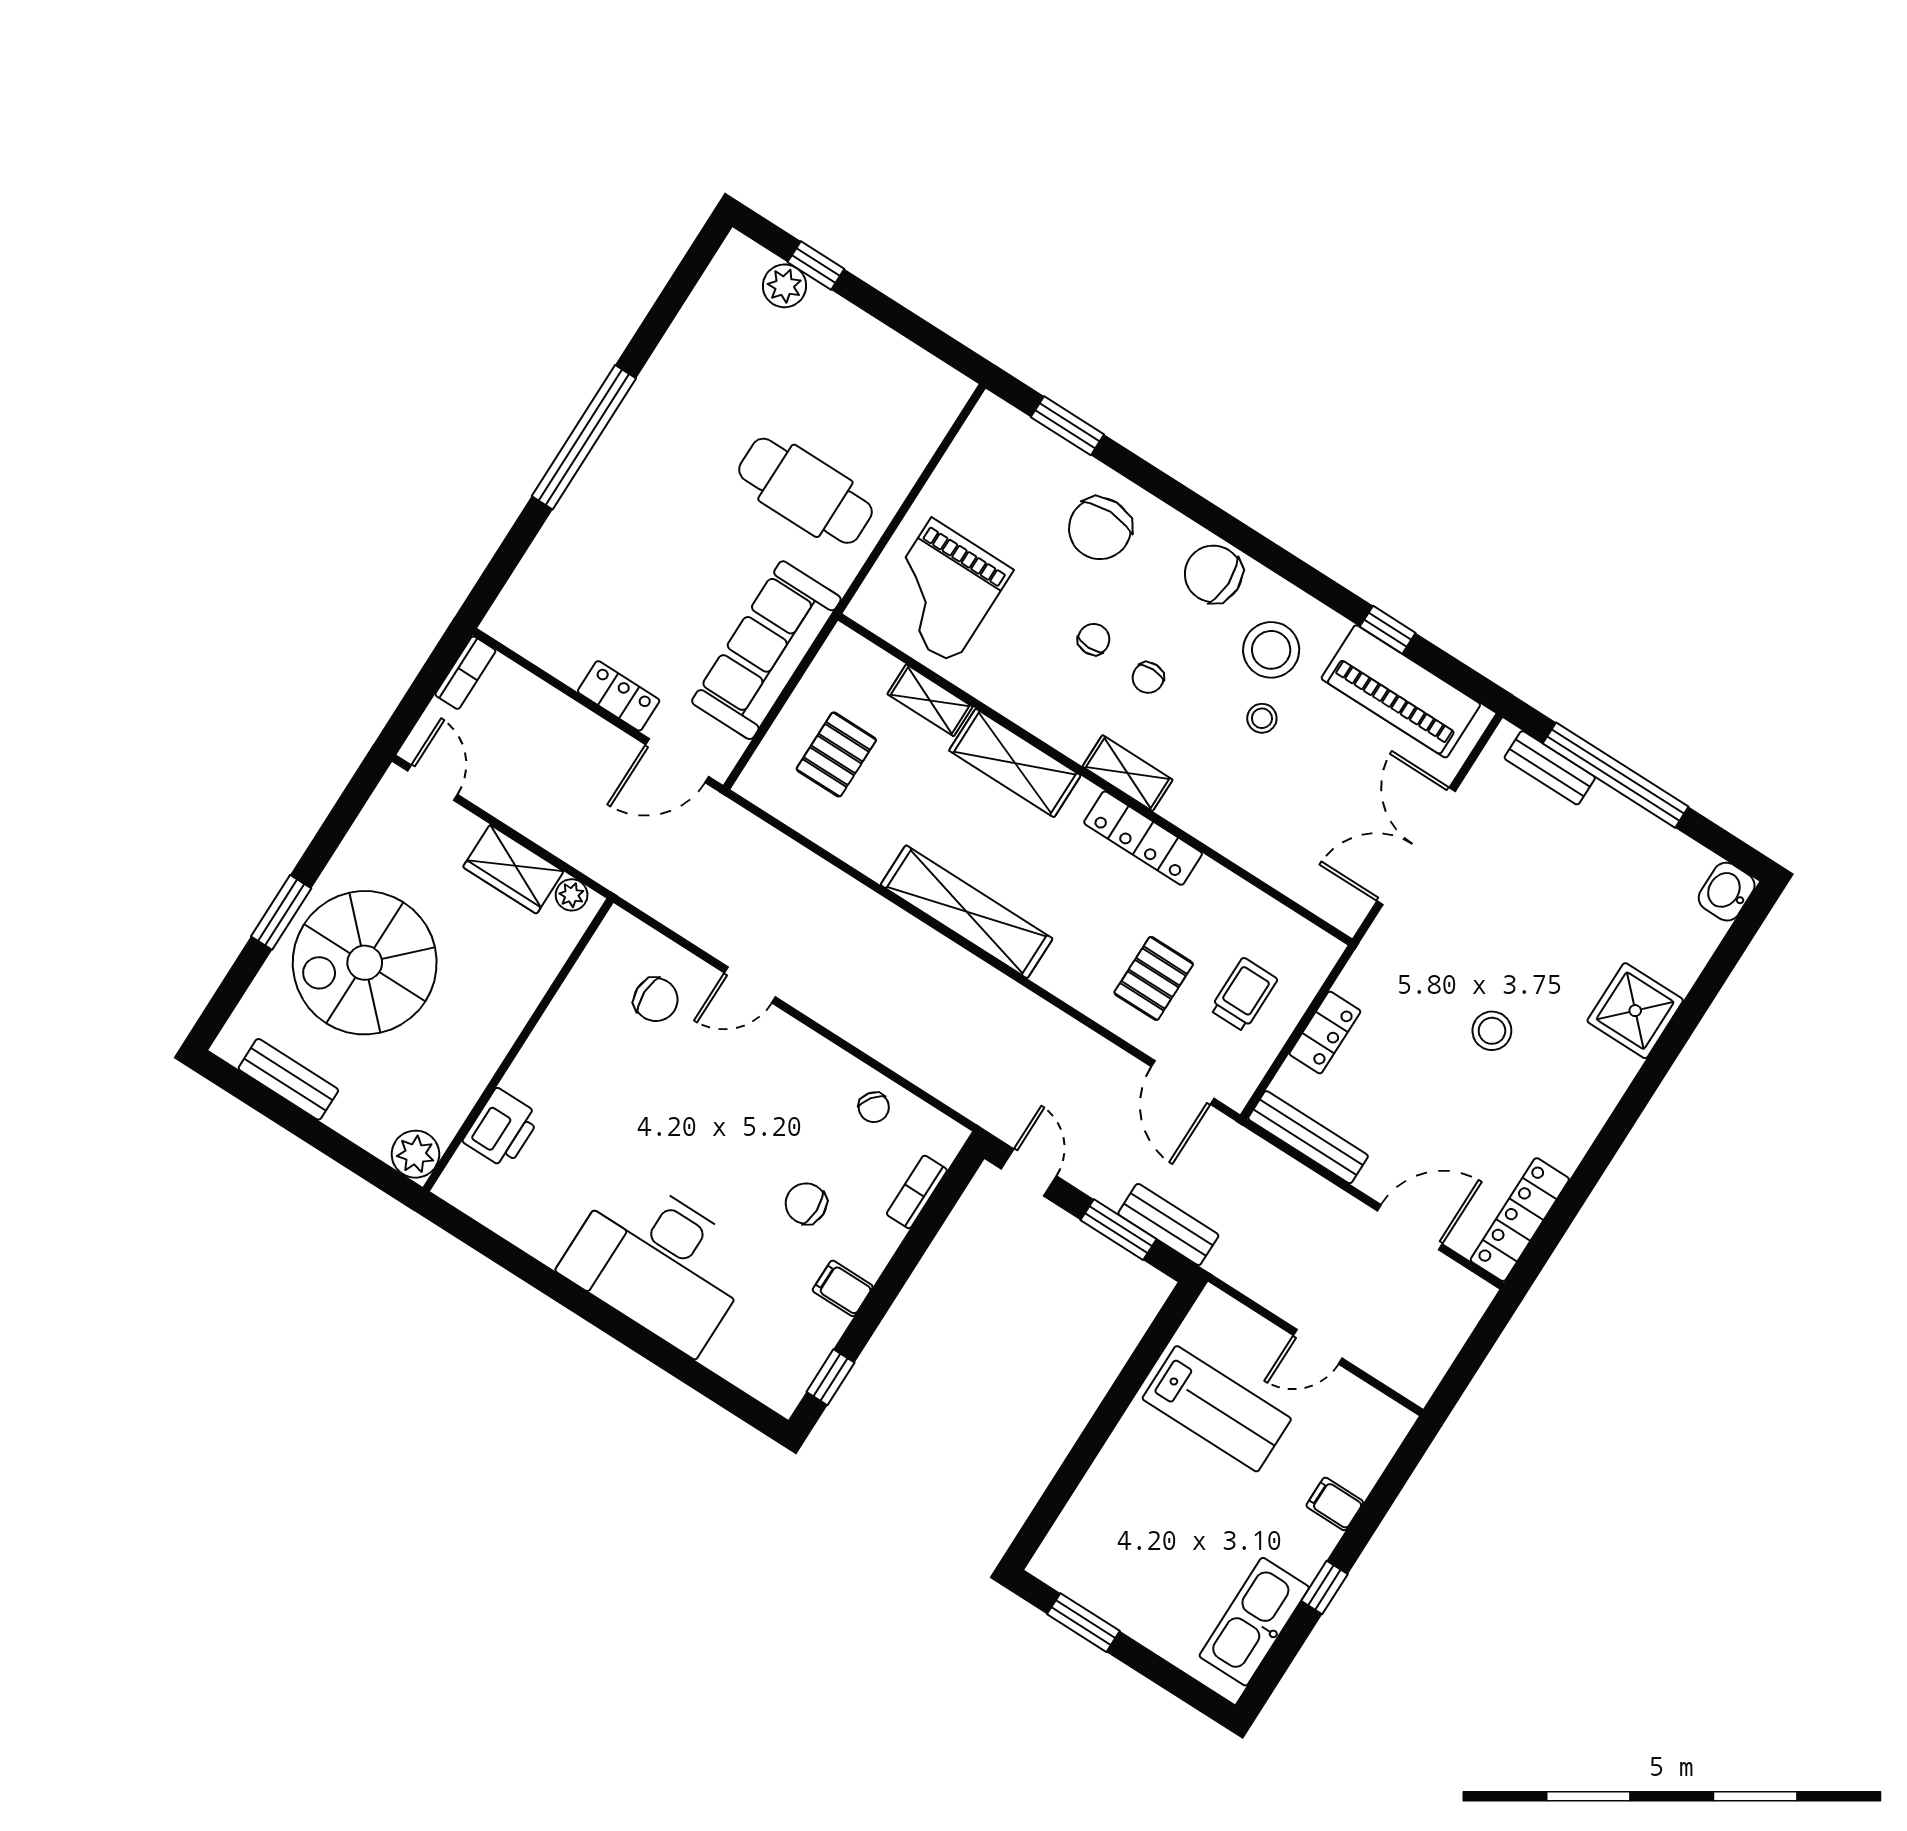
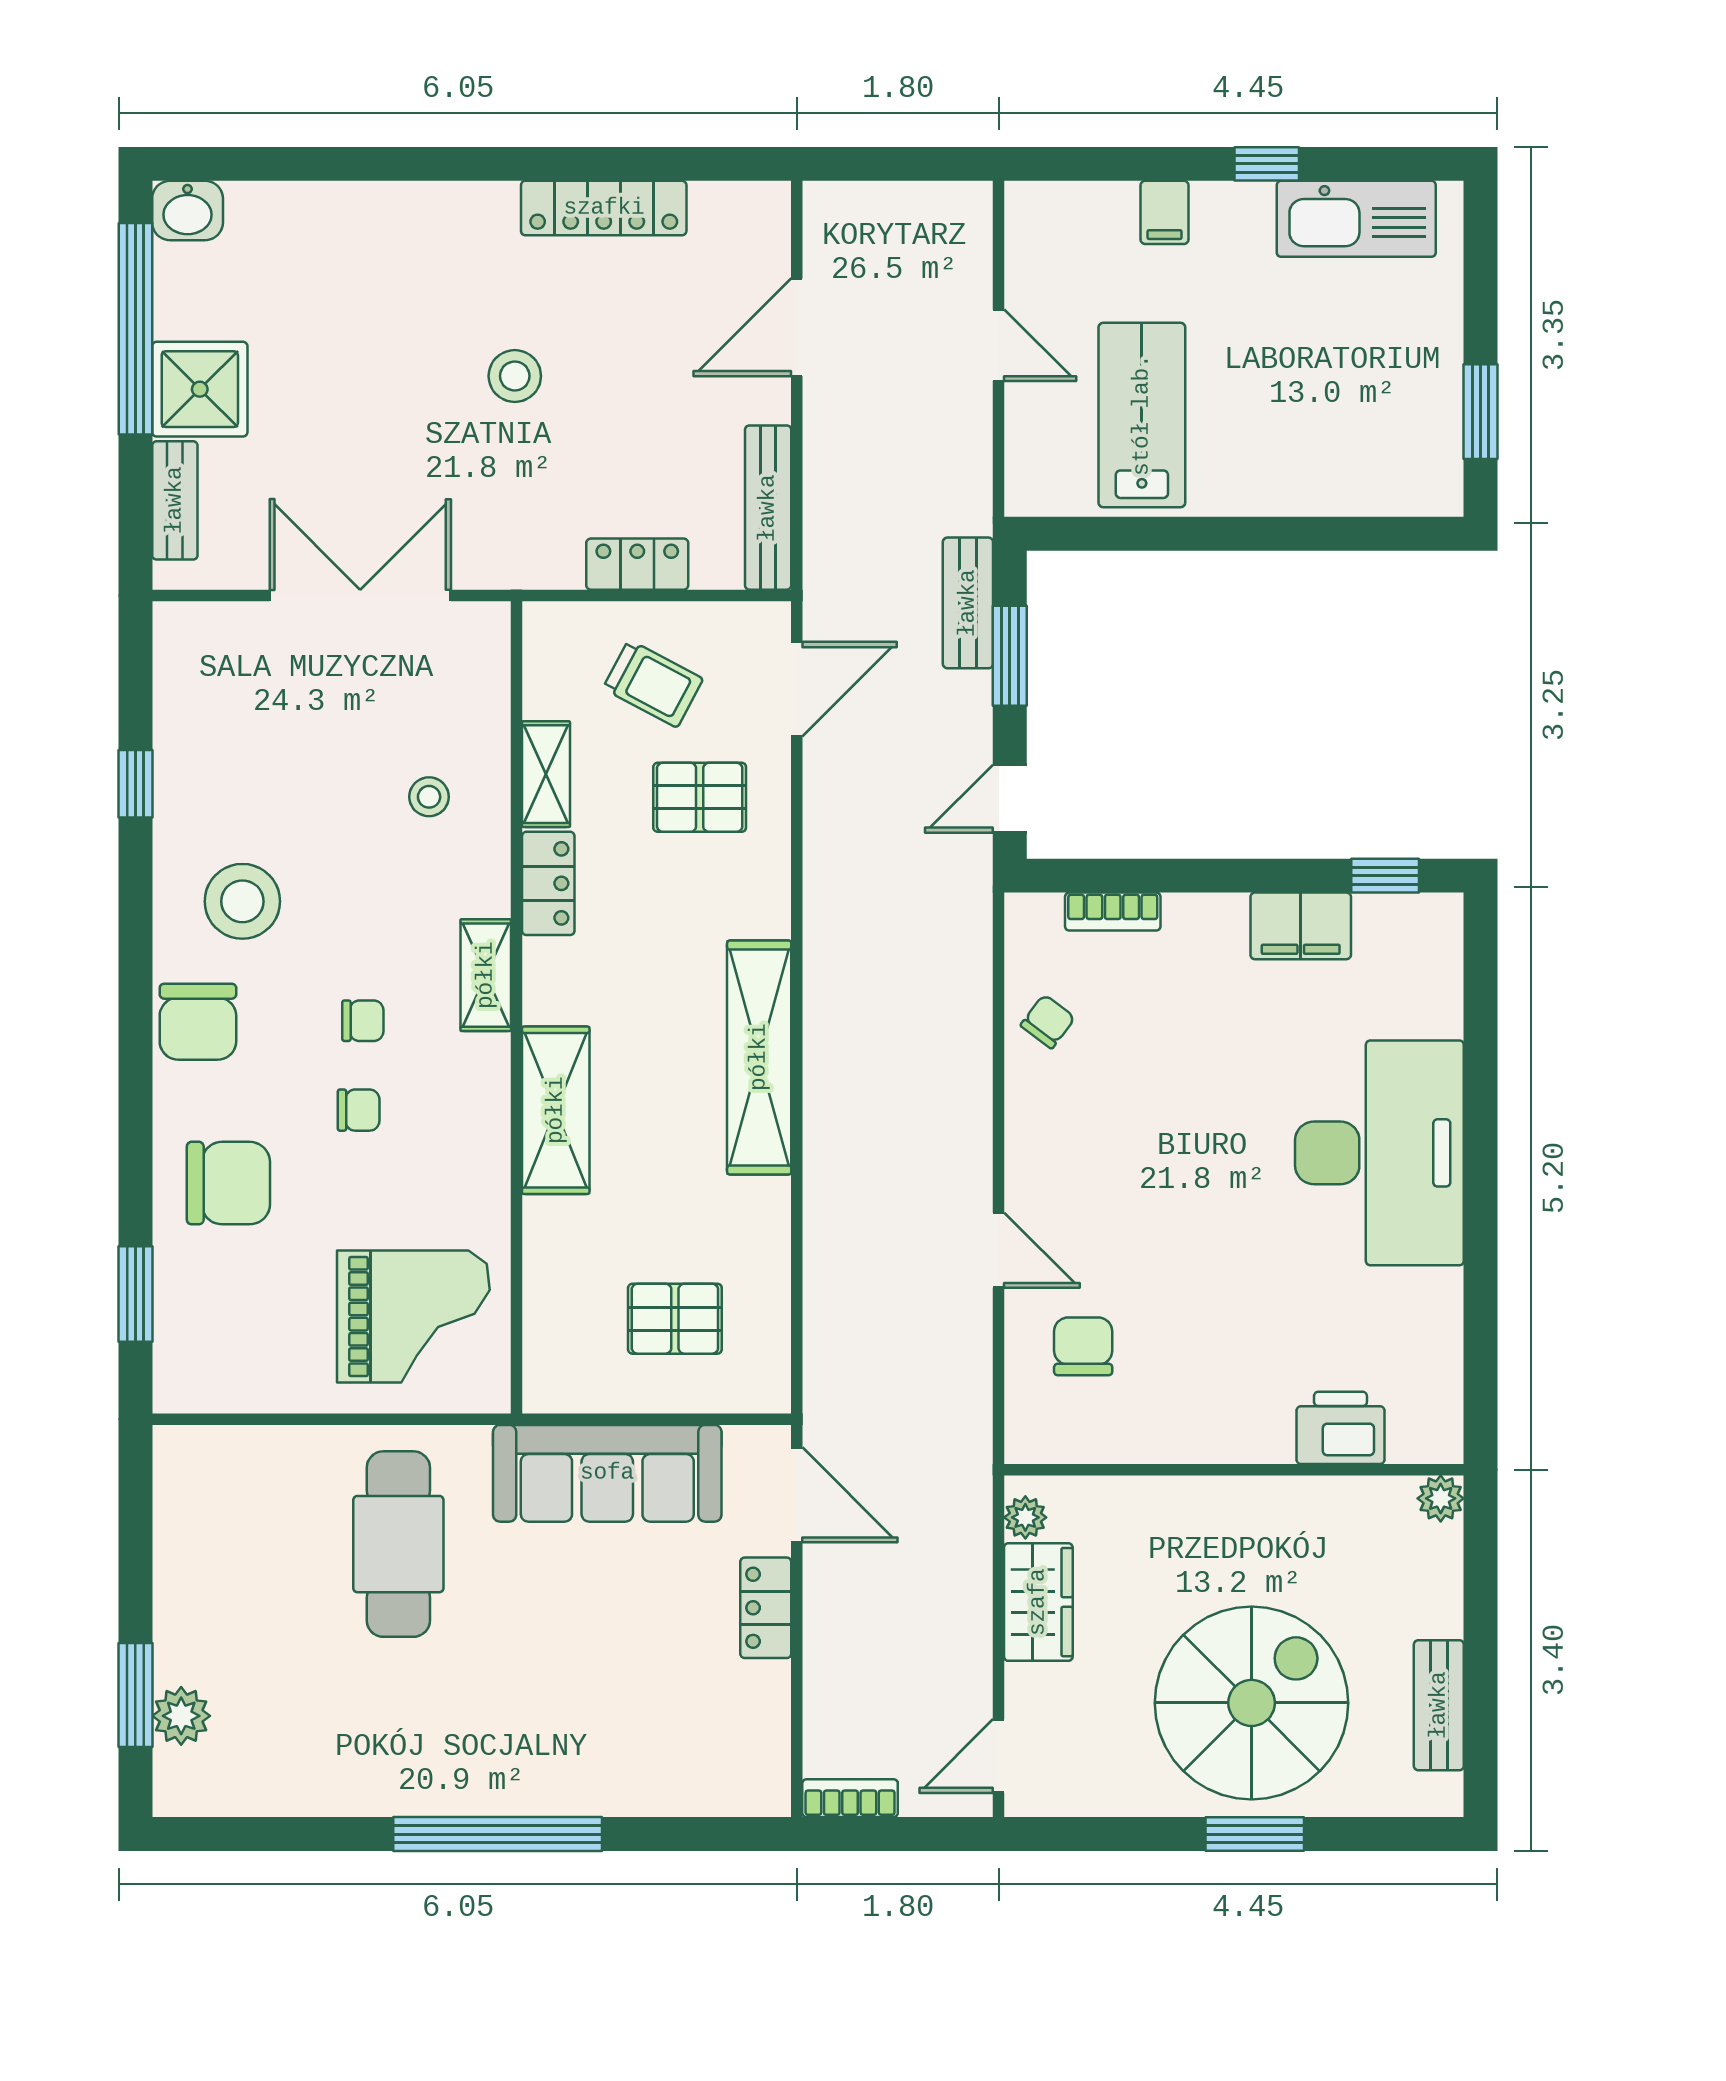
window: (816, 265) -> (135, 1695), width x1.50
chair: (1094, 639) -> (359, 1110), turned 180
piano: (1401, 691) -> (196, 724), removed
shelving: (930, 700) -> (546, 774), moved
stool: (1262, 718) -> (429, 797), moved
window: (1616, 775) -> (135, 329), moved
locker: (1143, 838) -> (548, 883), width x0.66
double door: (1416, 846) -> (360, 595), swing flipped
spiral stairs: (365, 963) -> (1252, 1703), turned -90
trolley: (1244, 995) -> (653, 684), turned -152
shower: (1635, 1011) -> (200, 389), moved
plant: (415, 1154) -> (1441, 1498), width x0.73, depth x0.73
chair: (806, 1204) -> (1206, 1029), removed
locker: (1520, 1220) -> (604, 208), moved
door: (1410, 1227) -> (797, 327), hinge flipped
filing cabinet: (843, 1288) -> (1301, 926), width x2.00

